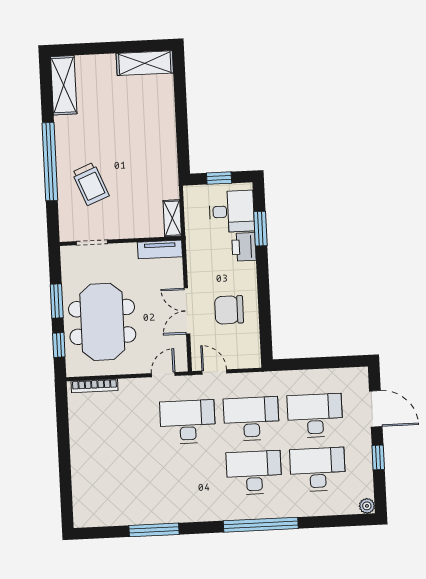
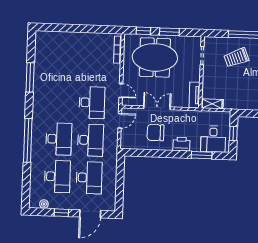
printer: (244, 247) -> (181, 144), moved
chair: (229, 310) -> (156, 133), turned -90
plant: (367, 506) -> (44, 204), moved

